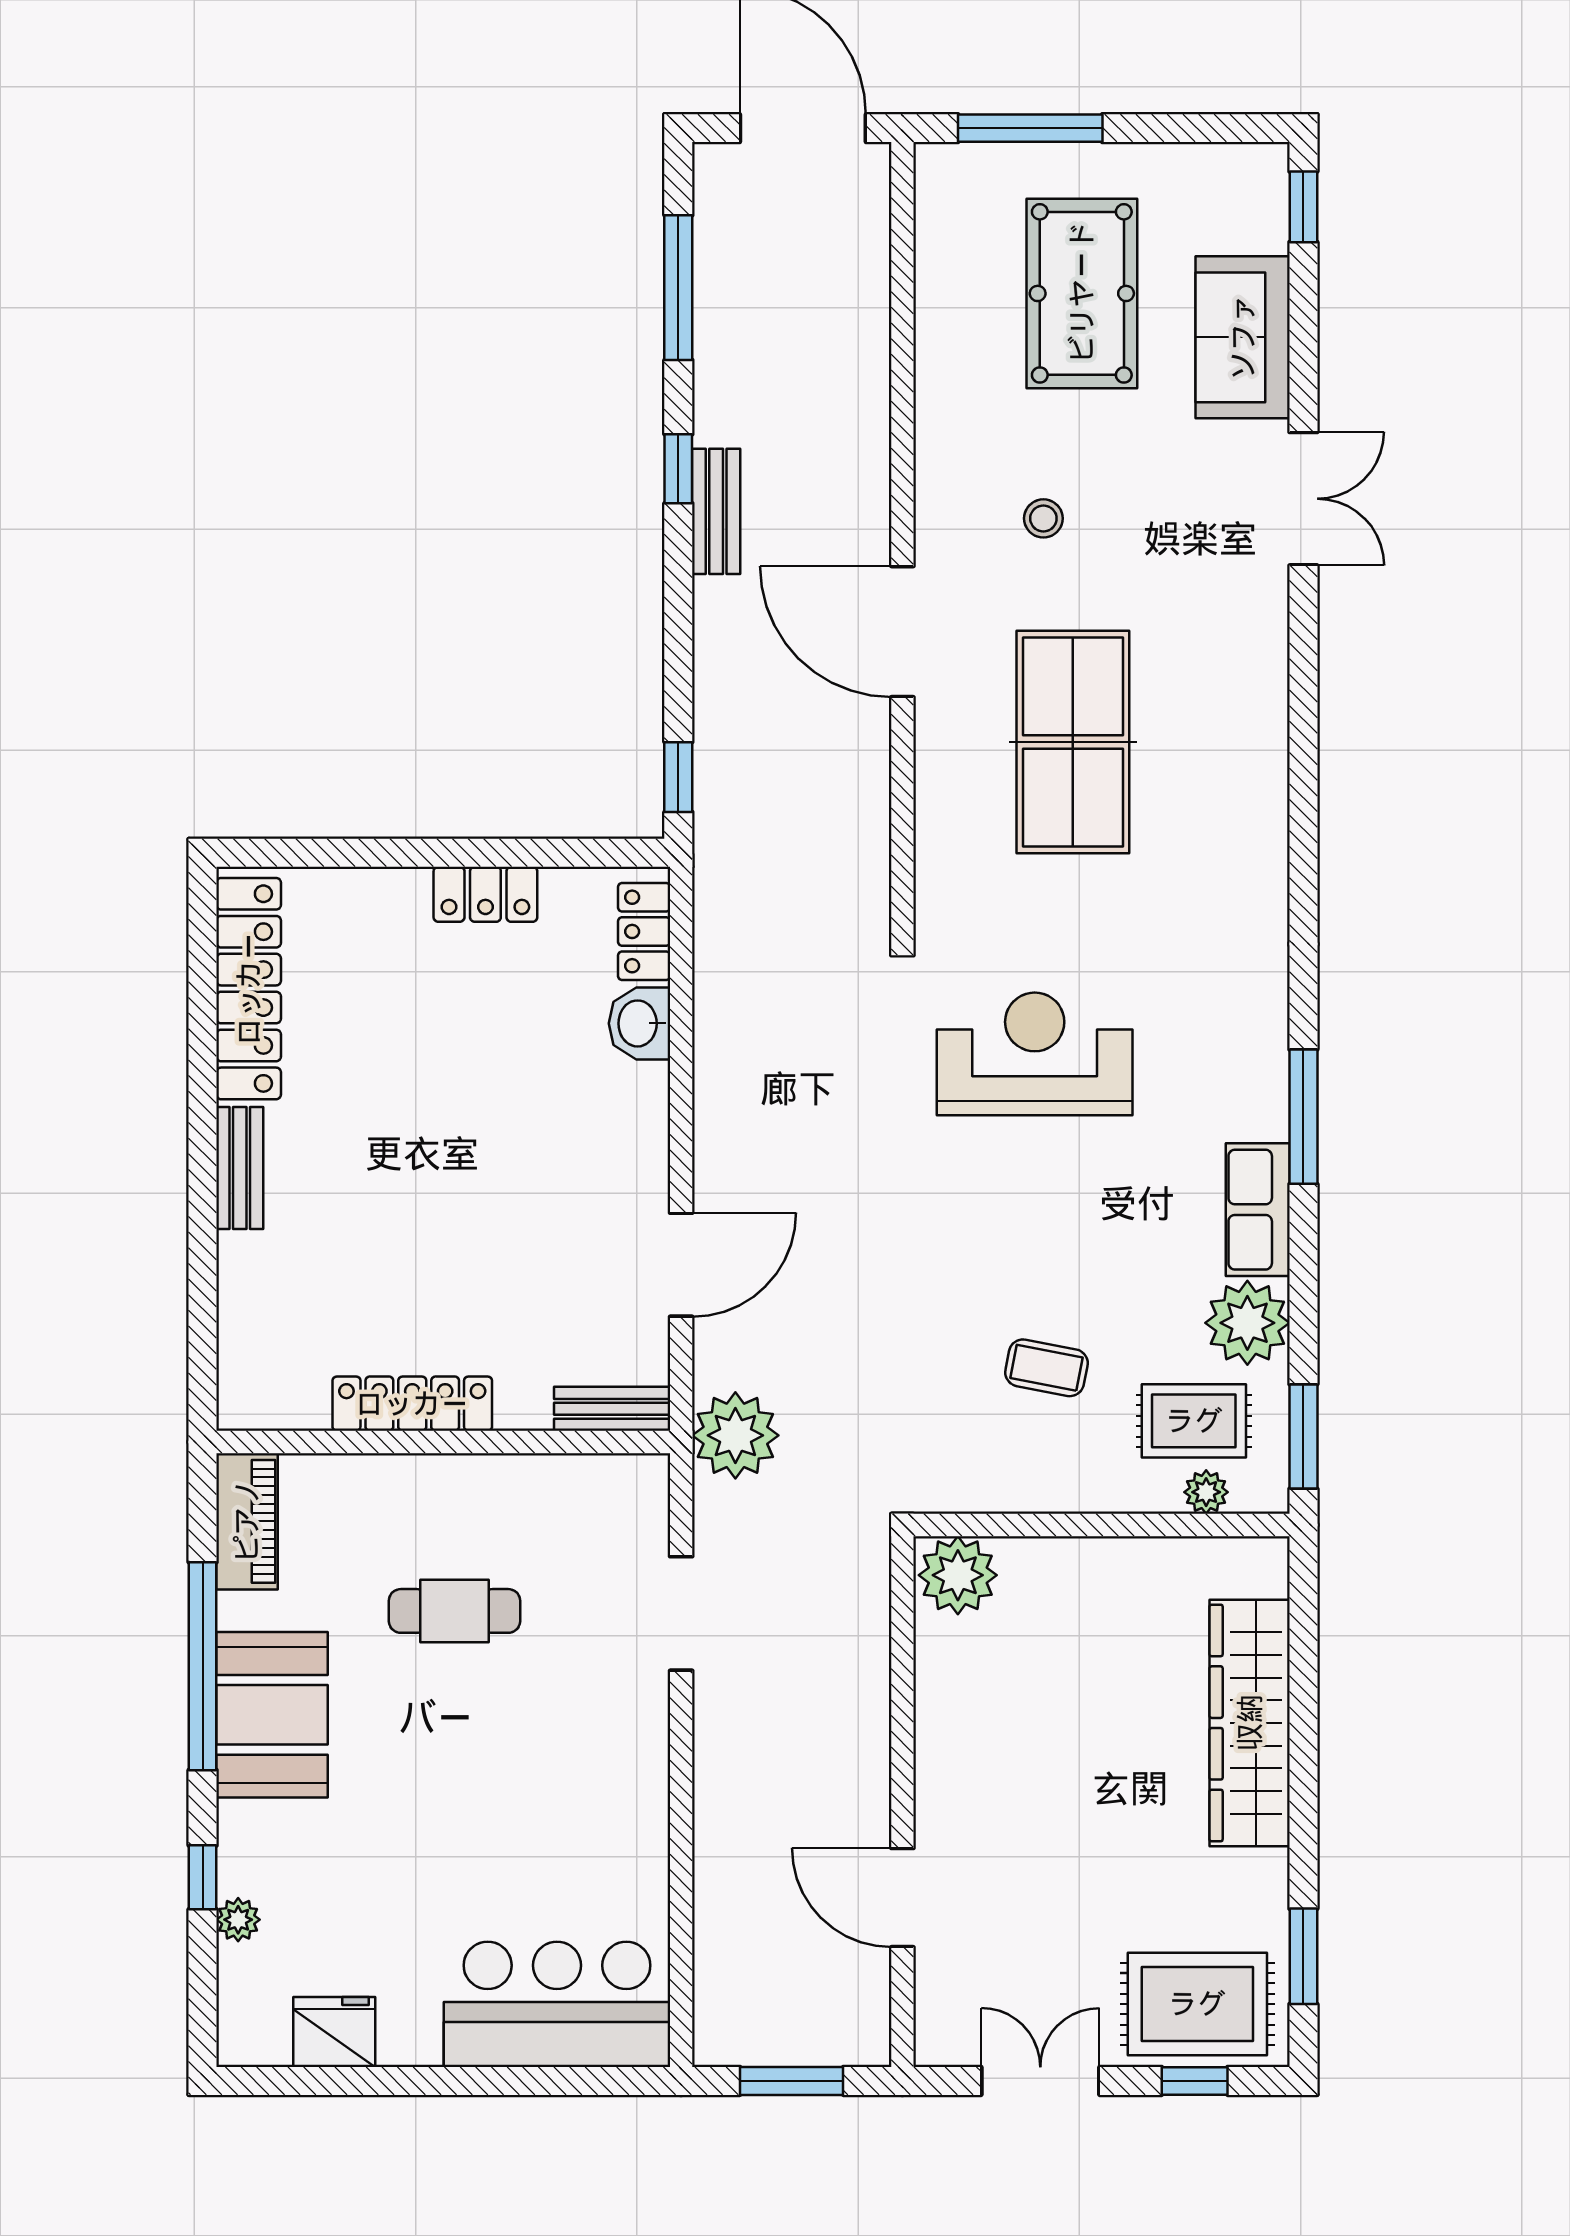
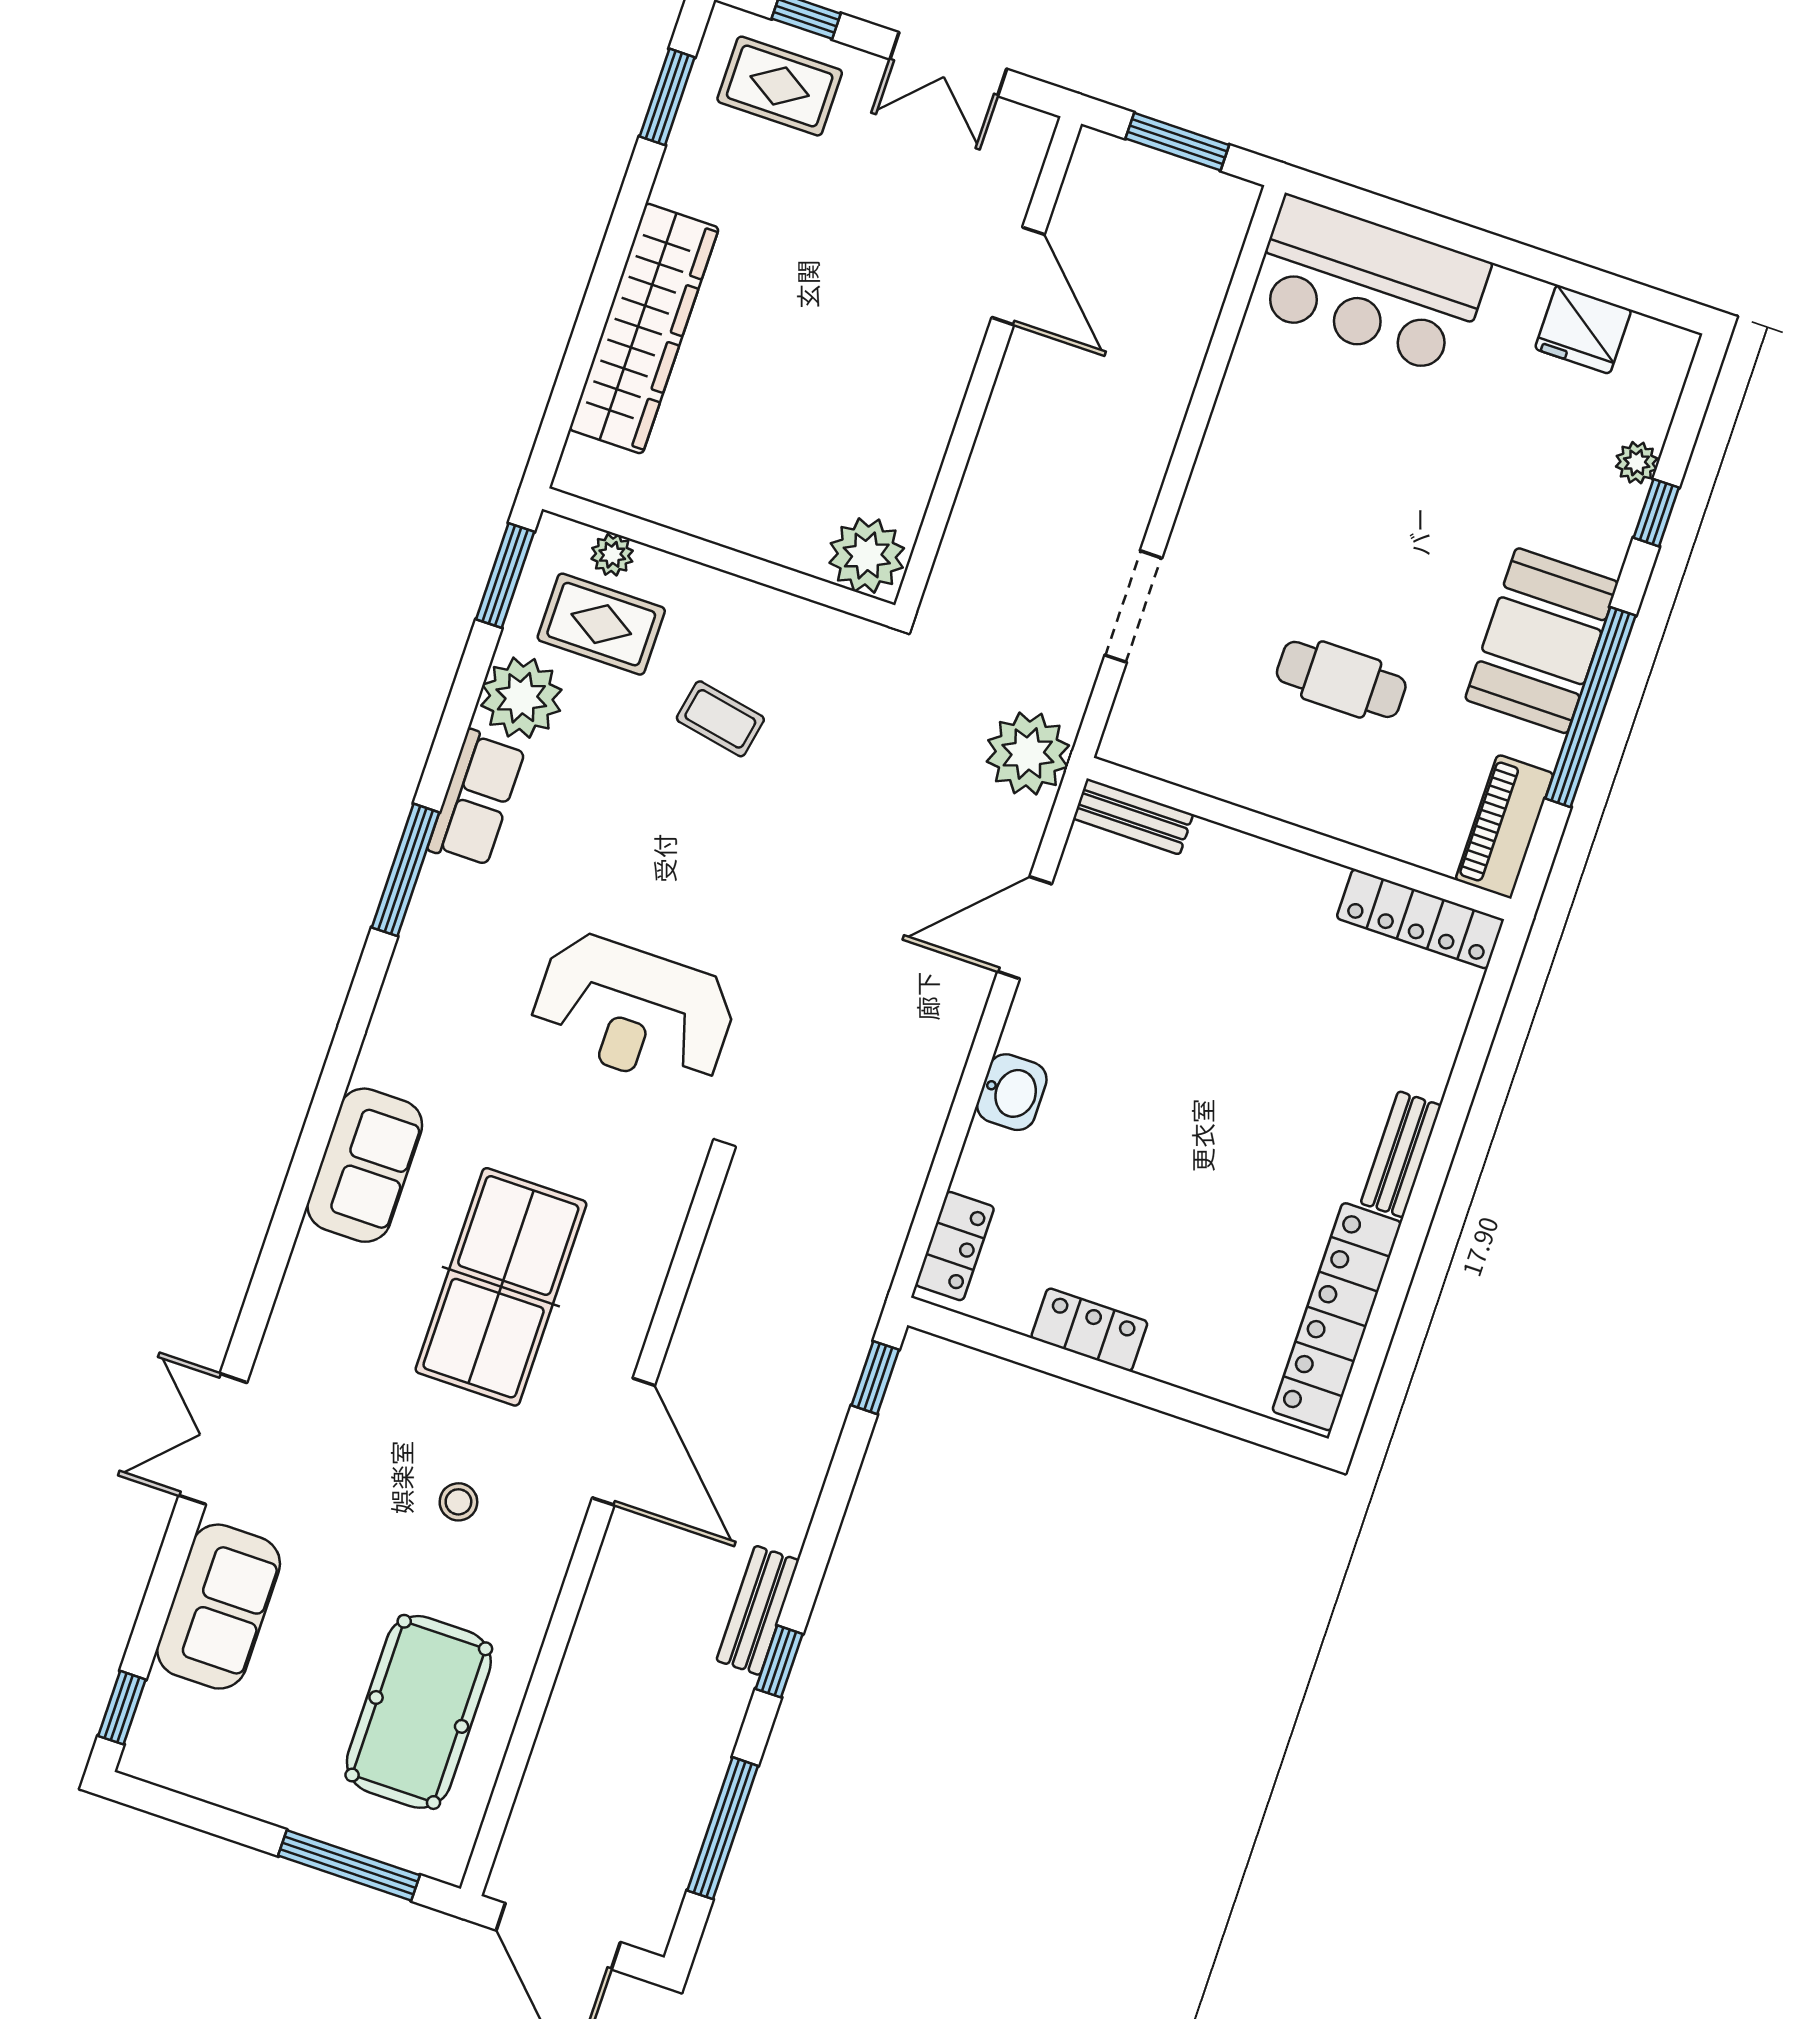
pool table: (1082, 293) -> (419, 1712), moved
sofa: (1246, 816) -> (365, 1165), added
washbasin: (639, 1023) -> (1012, 1092), moved
locker: (412, 1404) -> (1420, 919), moved
rug: (1197, 2004) -> (780, 86), width x0.73, depth x0.70

